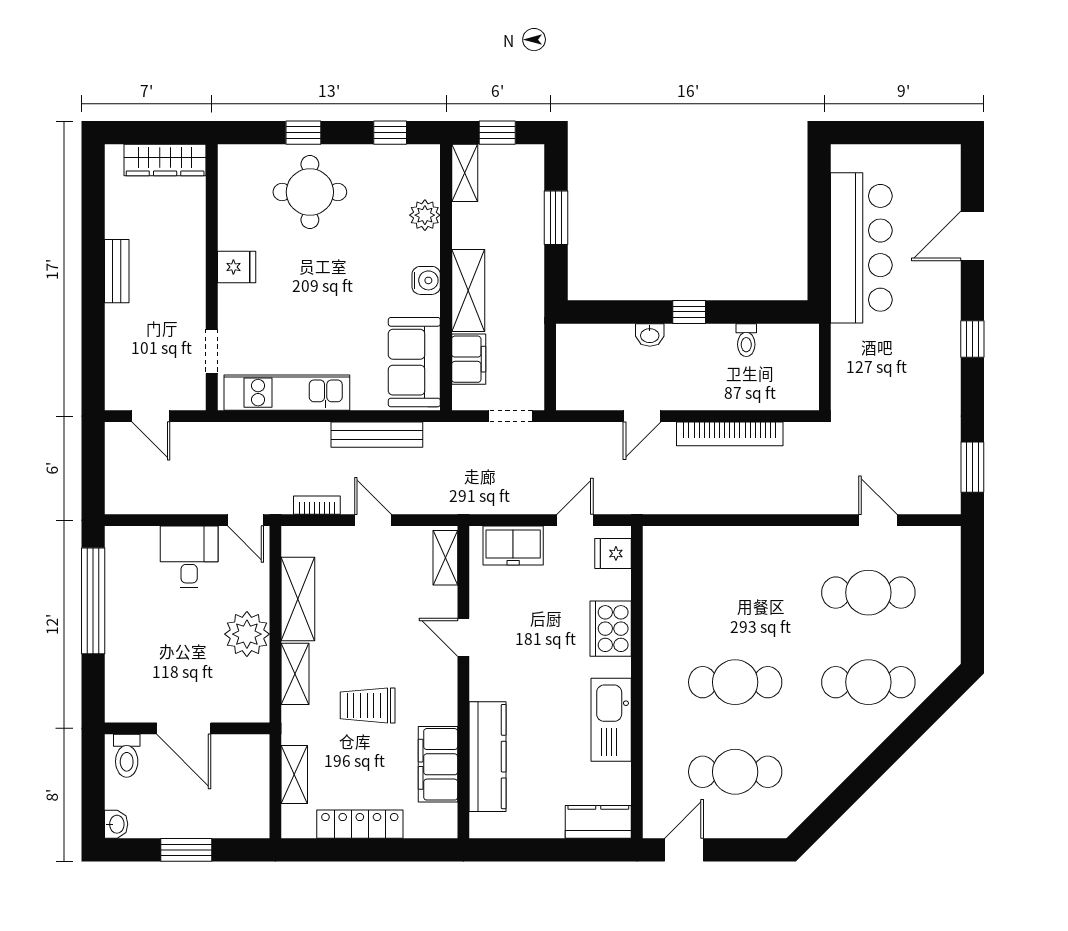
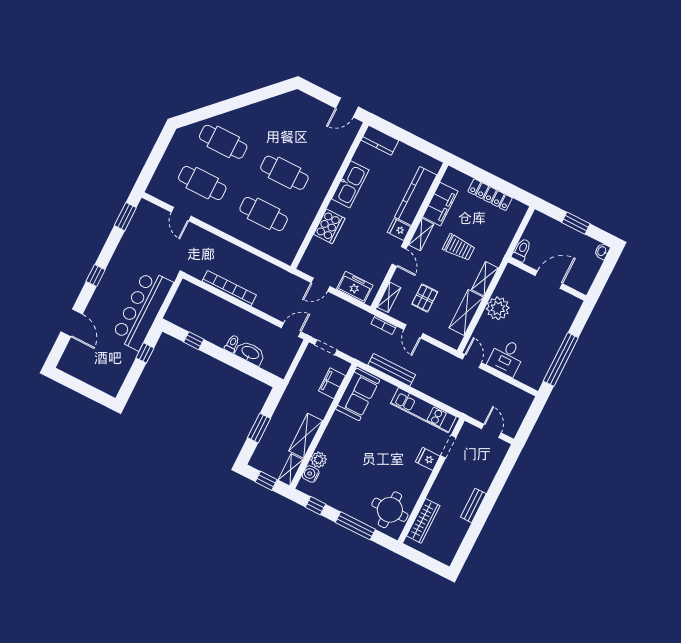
window: (303, 133) -> (355, 526), width x2.17
wardrobe: (165, 160) -> (423, 521), moved, turned 90
round table: (310, 192) -> (390, 510), moved
door: (972, 236) -> (72, 323), hinge flipped
window: (819, 248) -> (145, 353), added
bar counter: (861, 248) -> (142, 310), moved
fridge: (237, 267) -> (428, 459), moved
water cooler: (426, 280) -> (311, 474), moved
shelving: (468, 290) -> (306, 436), moved
window: (689, 312) -> (194, 341), moved
washbasin: (650, 335) -> (250, 353), width x1.91, depth x1.45
toilet: (746, 340) -> (232, 344), moved
door: (642, 416) -> (291, 330), moved
bookcase: (317, 505) -> (384, 325), moved
fridge: (613, 553) -> (399, 230), moved, turned 180
pallet: (383, 588) -> (425, 298), added
door: (184, 728) -> (549, 280), hinge flipped
toilet: (127, 756) -> (522, 250), moved
cafe table: (735, 772) -> (264, 214), moved
shelving: (294, 775) -> (421, 234), moved

